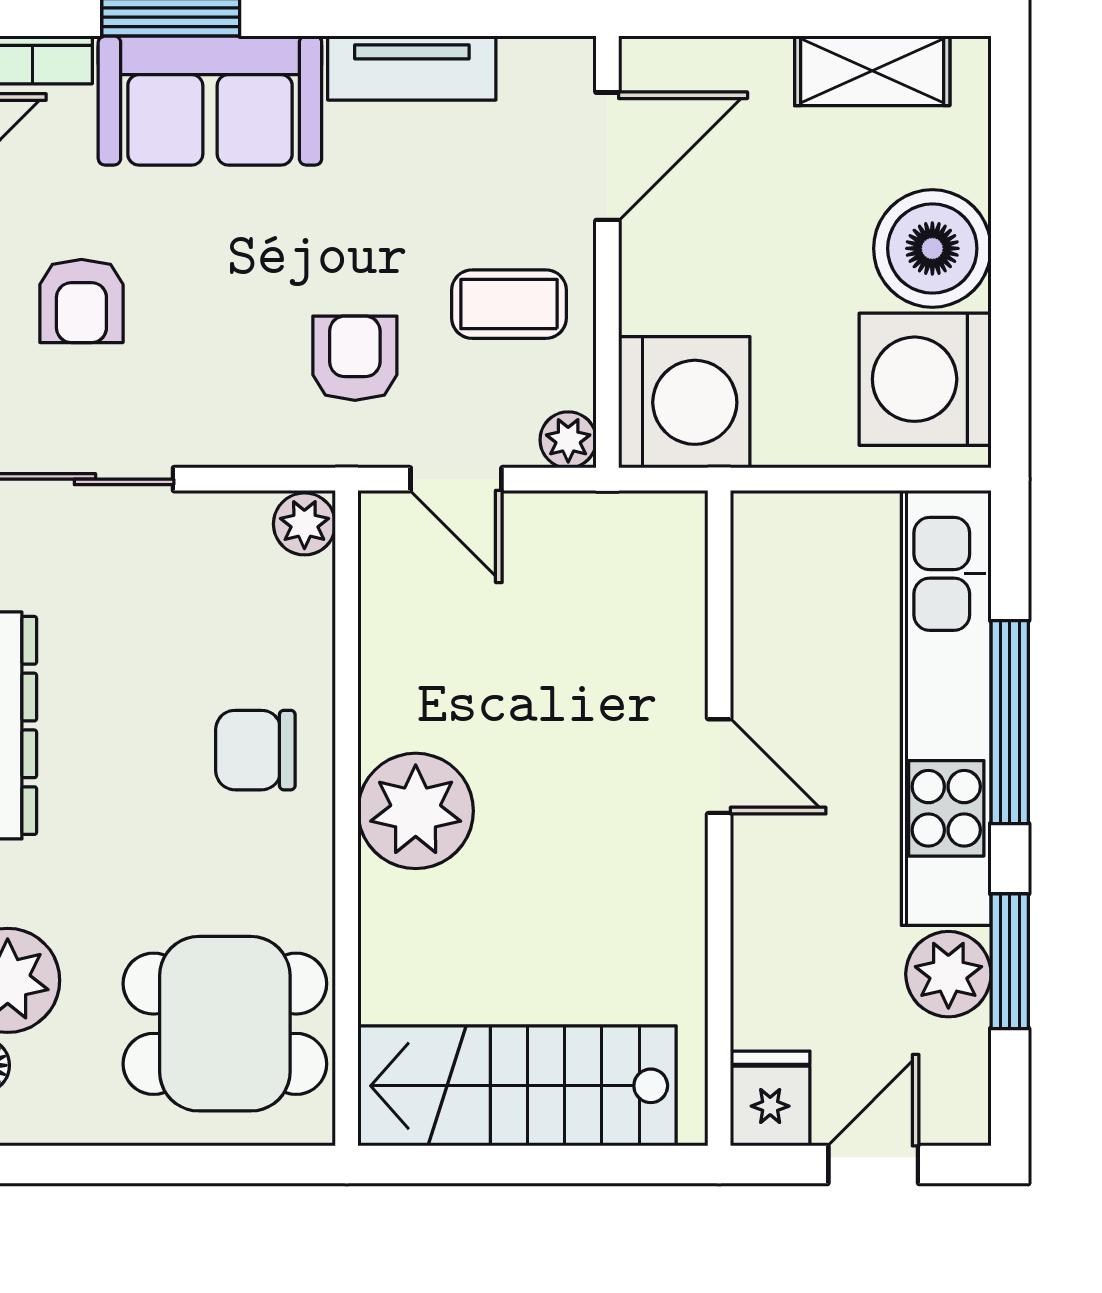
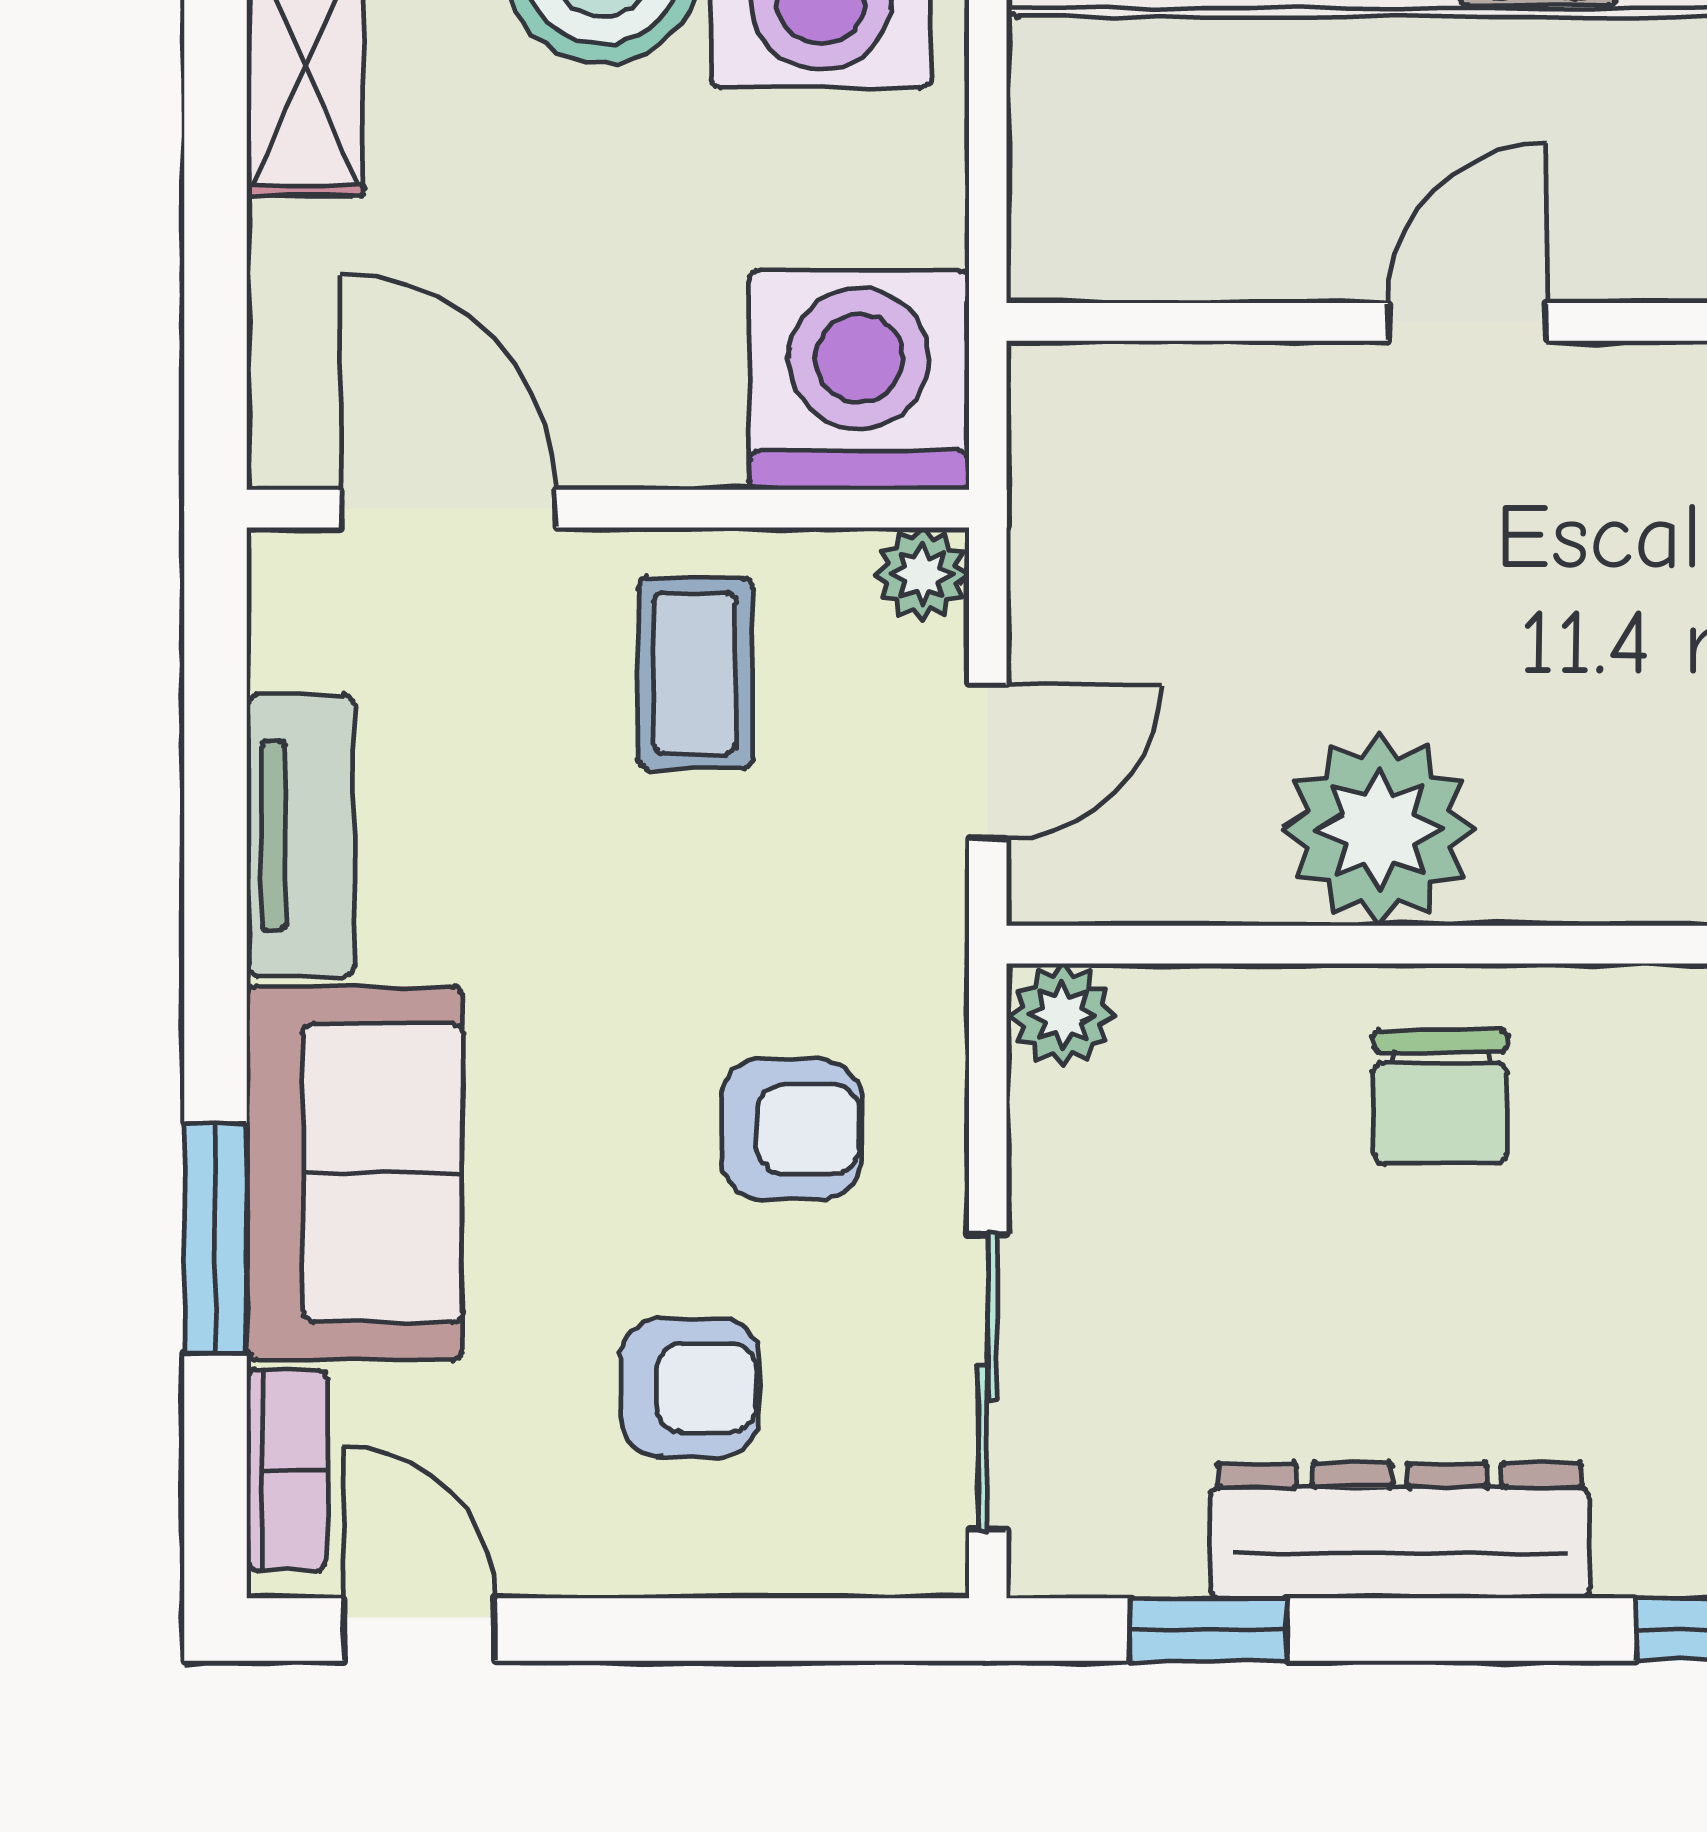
armchair: (355, 358) -> (791, 1129), moved, turned 180
plant: (416, 811) -> (1379, 829), moved

